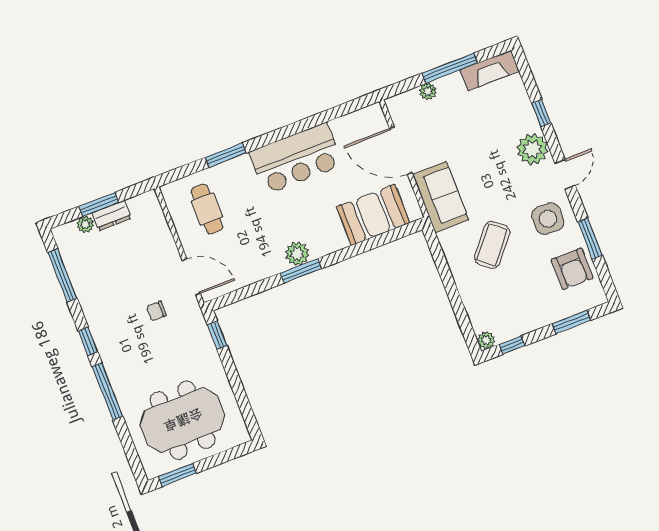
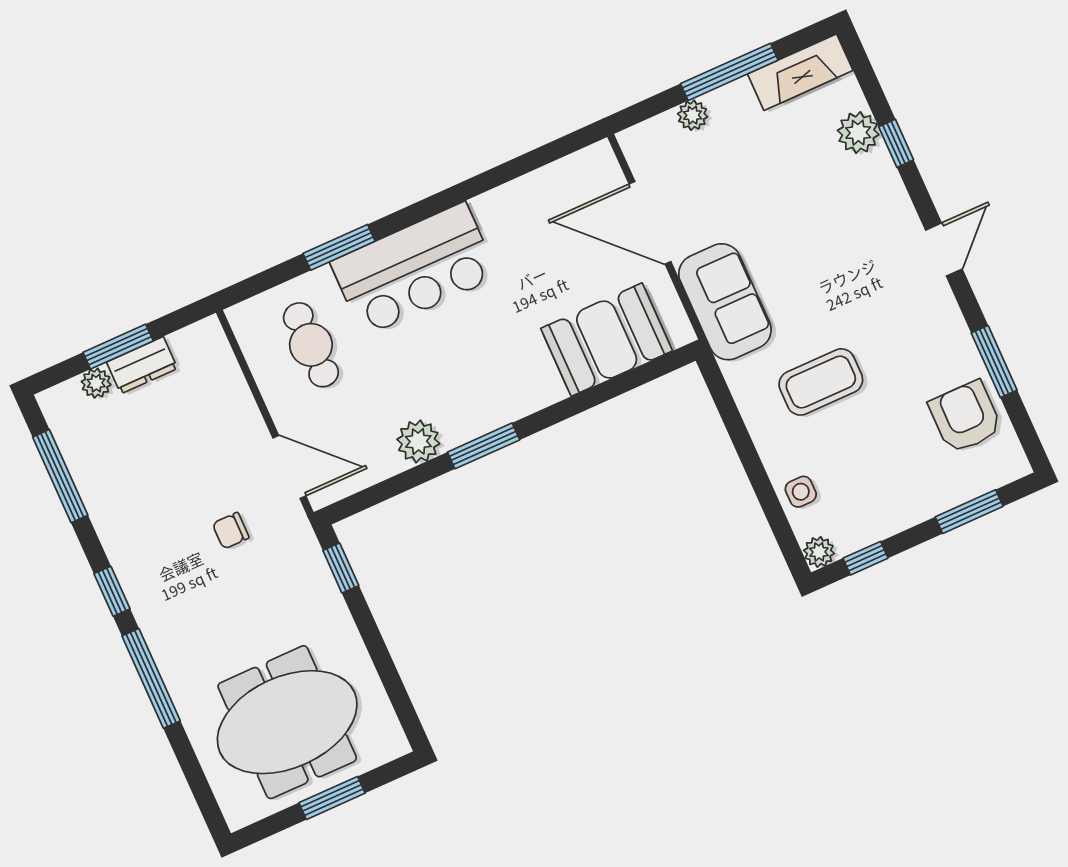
plant: (533, 149) -> (858, 133), moved, width x0.73, depth x0.73
bar counter: (296, 159) -> (414, 269), moved
side table: (548, 219) -> (801, 492), moved, width x0.54, depth x0.54
coffee table: (492, 245) -> (821, 382), turned 50
plant: (297, 254) -> (418, 441), moved
armchair: (572, 269) -> (965, 417), turned 180
window: (177, 475) -> (332, 798), moved

